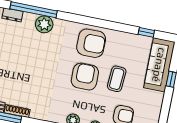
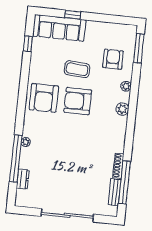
plant: (44, 24) -> (26, 142), width x0.53, depth x0.53
armchair: (91, 43) -> (44, 98), turned 180

